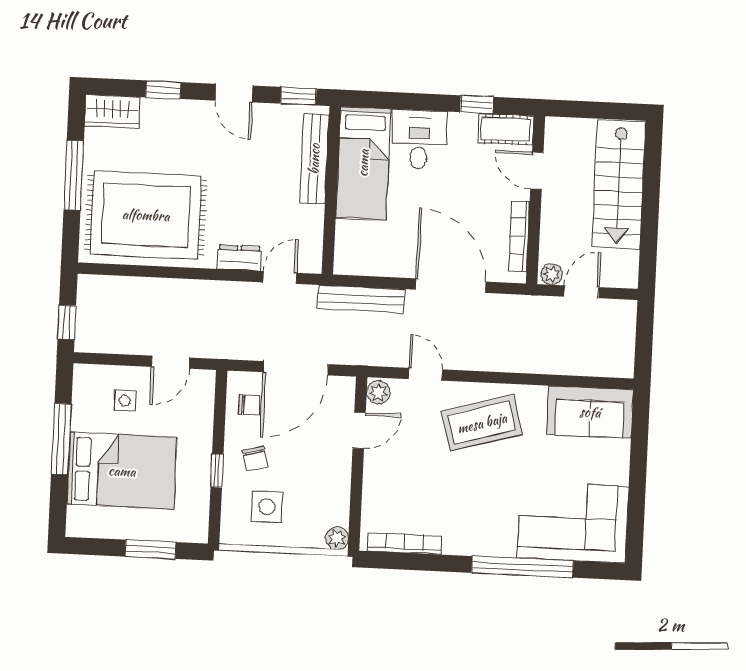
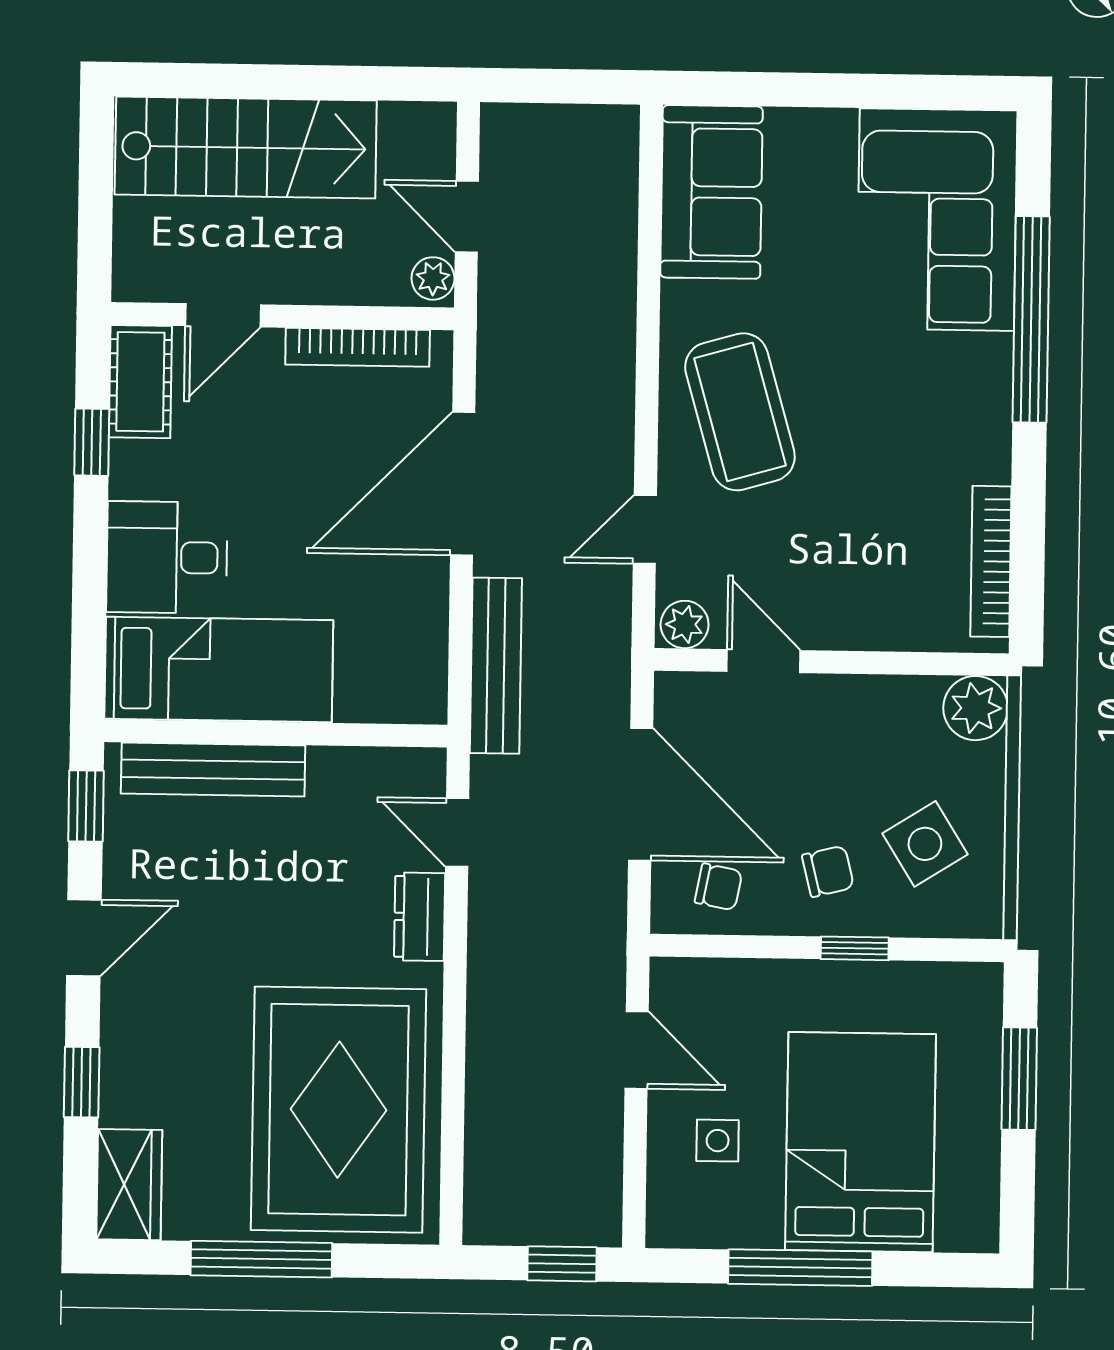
chair: (249, 405) -> (718, 887), turned 101
side table: (267, 507) -> (925, 844), turned -32
plant: (337, 538) -> (976, 708), width x1.38, depth x1.38

